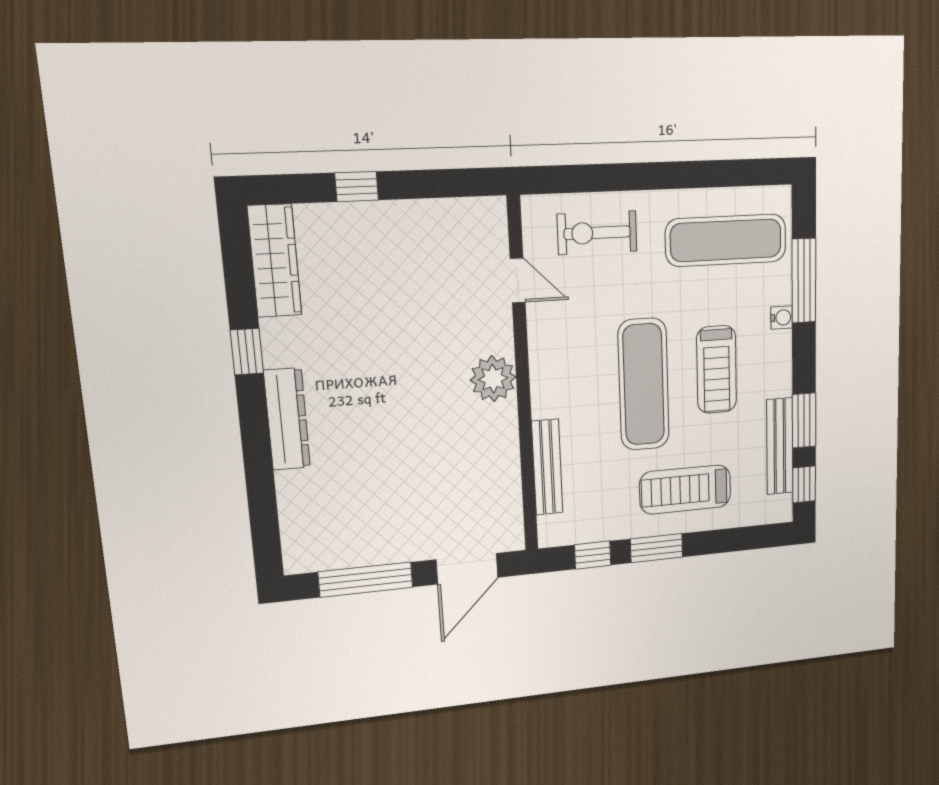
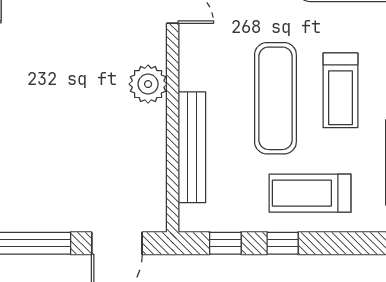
bench: (547, 467) -> (192, 147), width x1.37, depth x1.21
window: (657, 548) -> (283, 243), width x0.67

